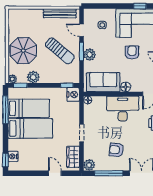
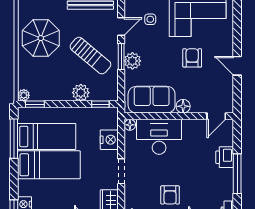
door: (82, 30) -> (121, 27), swing flipped
parasol: (23, 51) -> (41, 38), moved
plant: (33, 77) -> (81, 93), moved
nightstand: (73, 94) -> (109, 140), moved
desk: (123, 109) -> (159, 137), moved
armchair: (116, 150) -> (170, 195), turned -95

